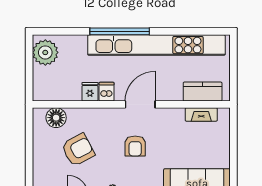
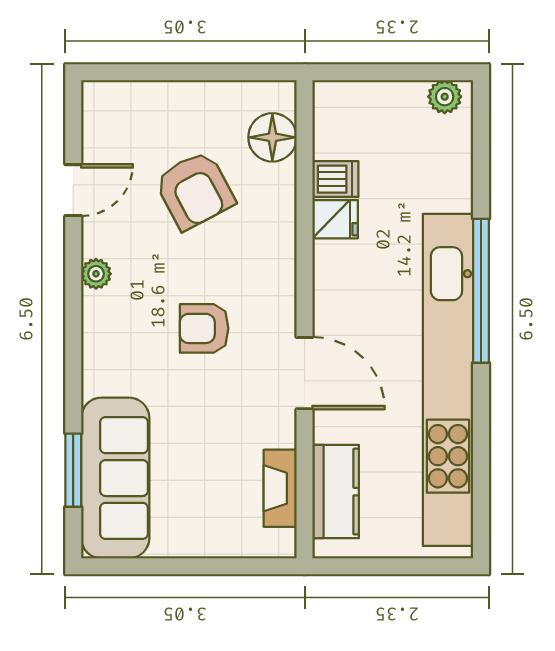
plant: (45, 52) -> (445, 97), width x0.53, depth x0.53
dishwasher: (107, 92) -> (335, 179), moved
door: (140, 104) -> (305, 373), moved

